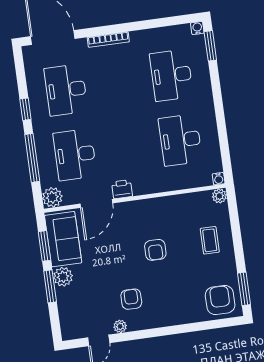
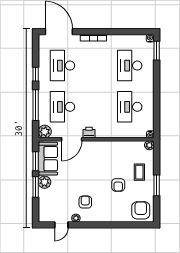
armchair: (155, 250) -> (118, 185), moved
window: (244, 289) -> (157, 185), moved

